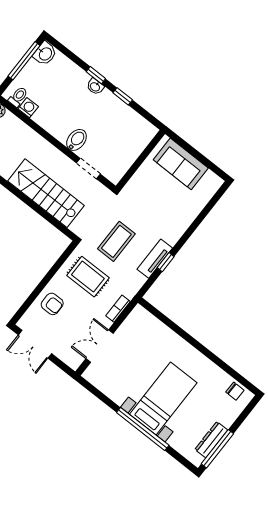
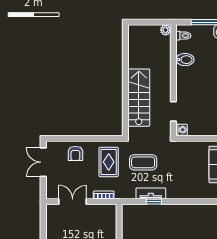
washing machine: (28, 108) -> (182, 130), moved
bidet: (76, 140) -> (185, 60), moved

